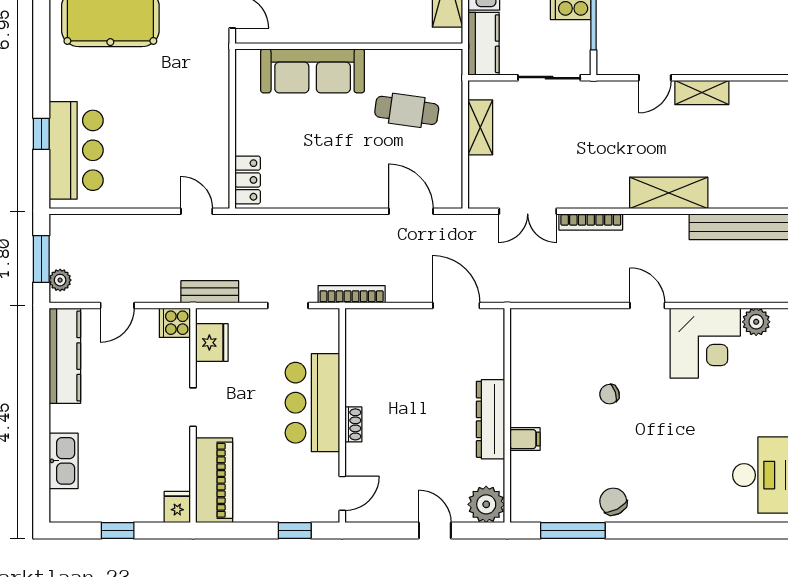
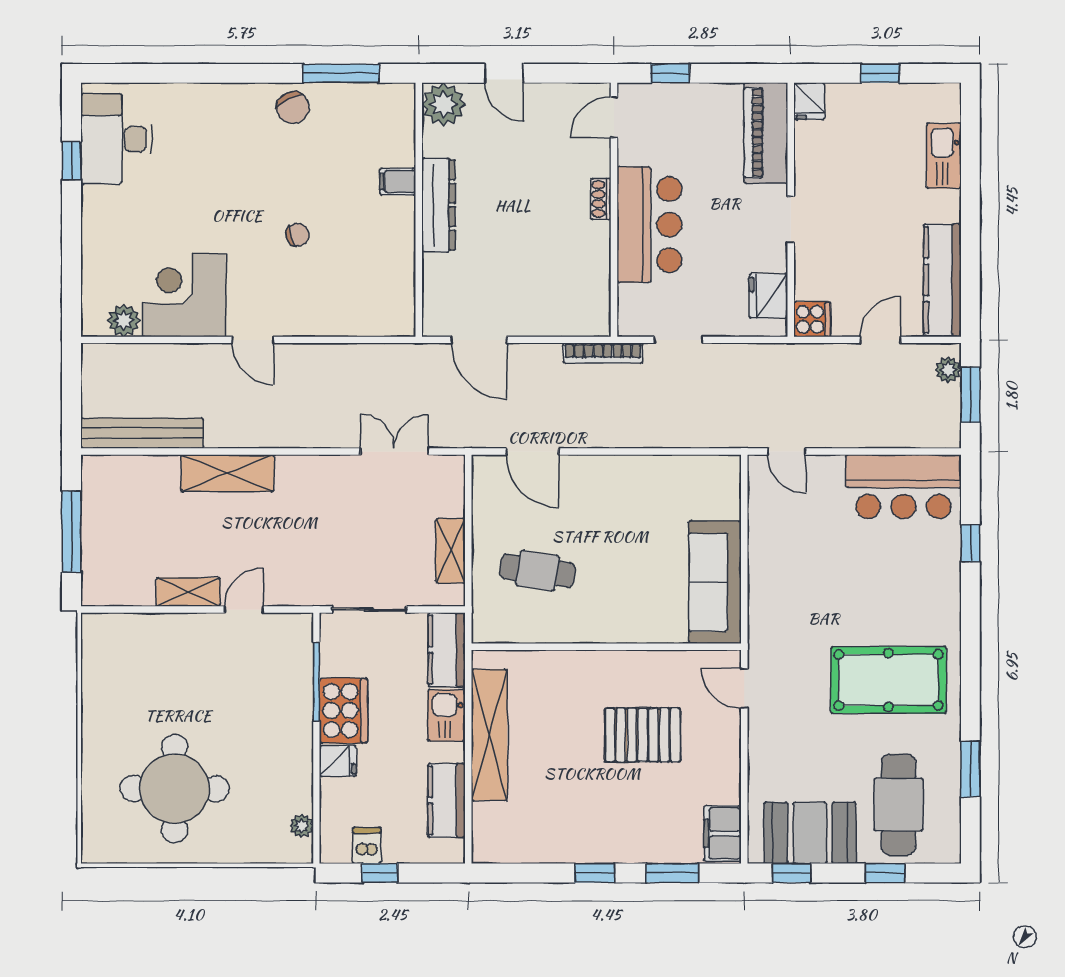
sofa: (313, 71) -> (715, 582), moved, turned -90
bar counter: (76, 150) -> (903, 487), moved, turned -90
locker: (248, 180) -> (726, 488), removed
bookcase: (591, 222) -> (320, 439), removed
bench: (210, 292) -> (771, 356), removed

